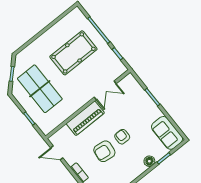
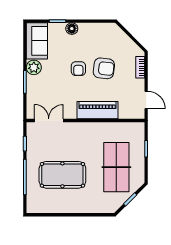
double door: (105, 90) -> (49, 121), moved
plant: (154, 112) -> (34, 67), added

